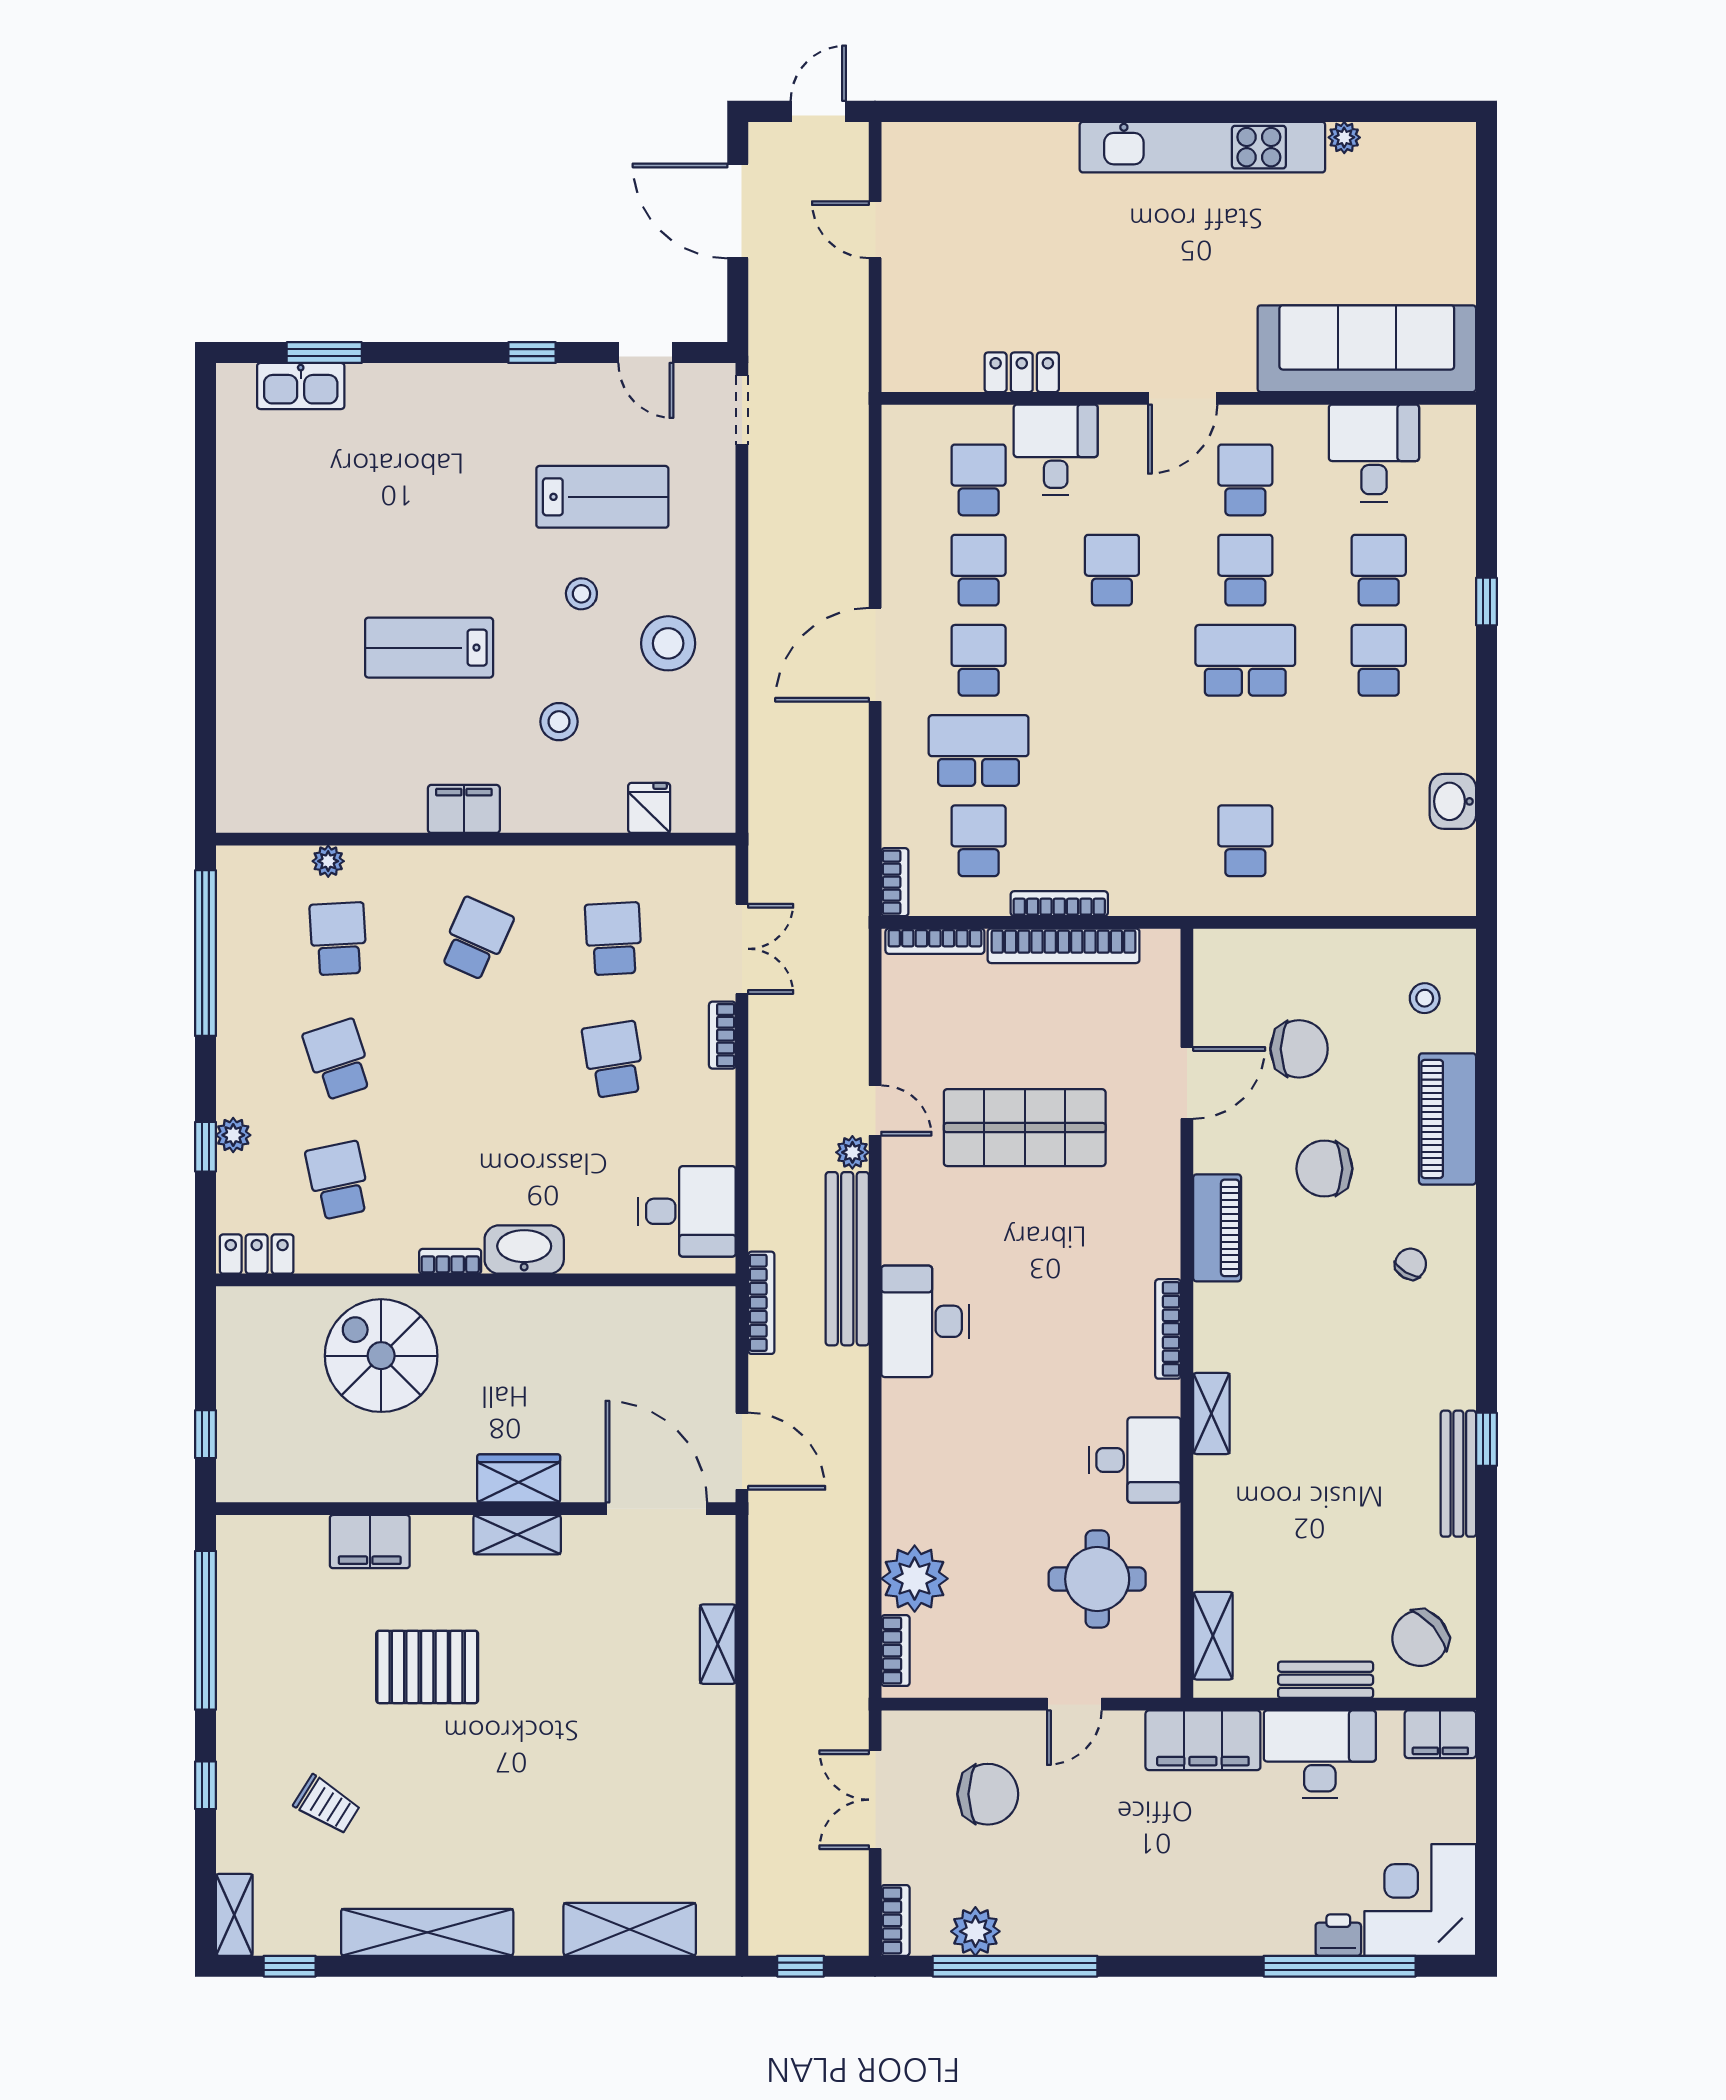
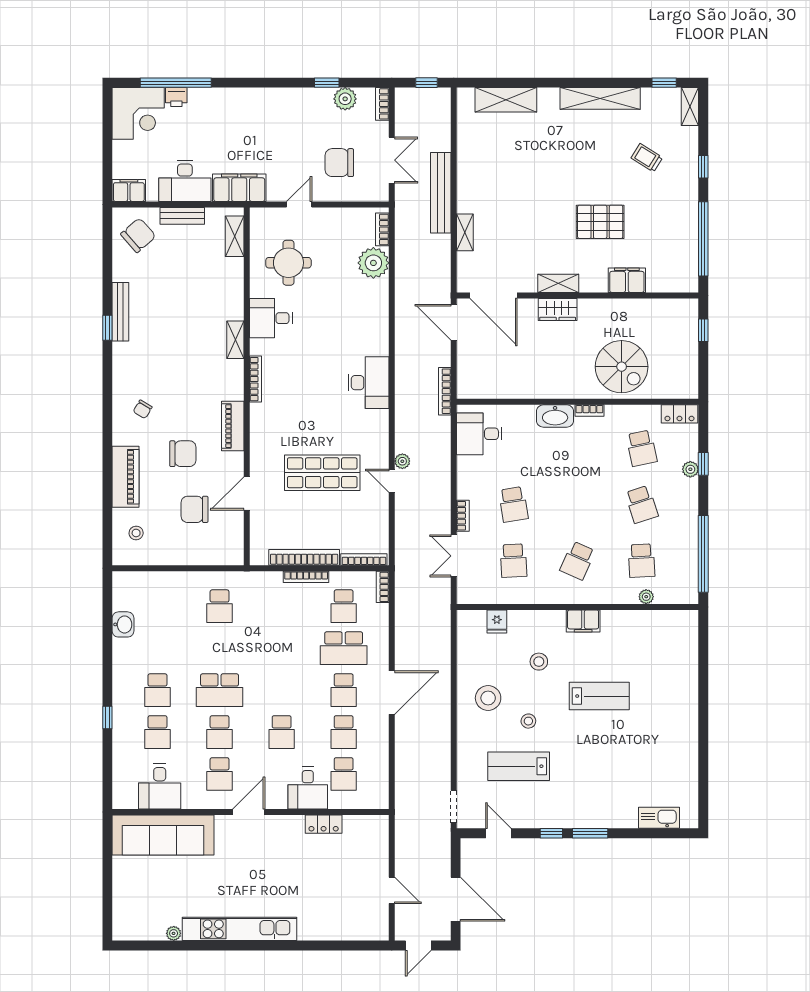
window: (324, 353) -> (590, 833), moved
bench: (847, 1259) -> (441, 193), moved
window: (1015, 1966) -> (327, 83), width x0.32

